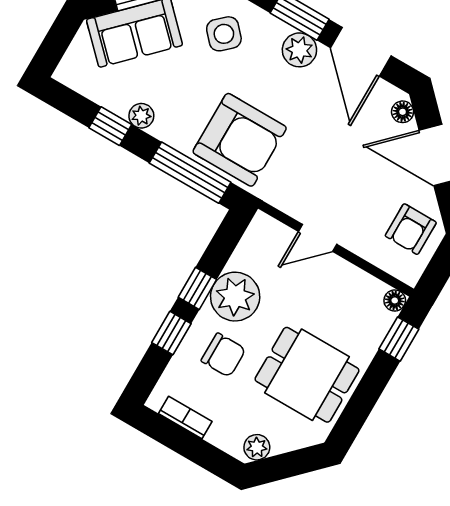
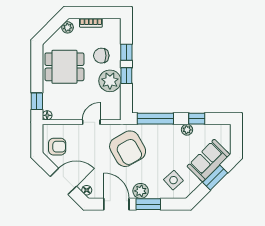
armchair: (240, 140) -> (128, 149), moved, turned -119
armchair: (411, 229) -> (57, 147), turned 90
bookcase: (185, 418) -> (91, 23), moved

